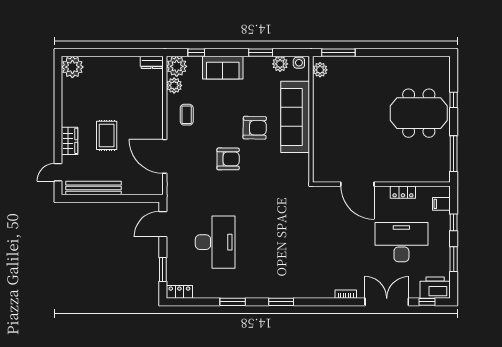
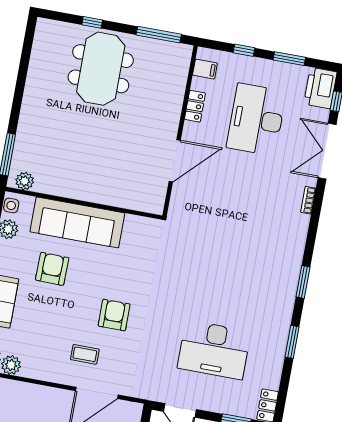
coffee table: (187, 115) -> (85, 354), moved
armchair: (255, 128) -> (52, 269), moved
filing cabinet: (441, 204) -> (205, 69), moved, turned -90
desk: (215, 242) -> (214, 350), turned 180

